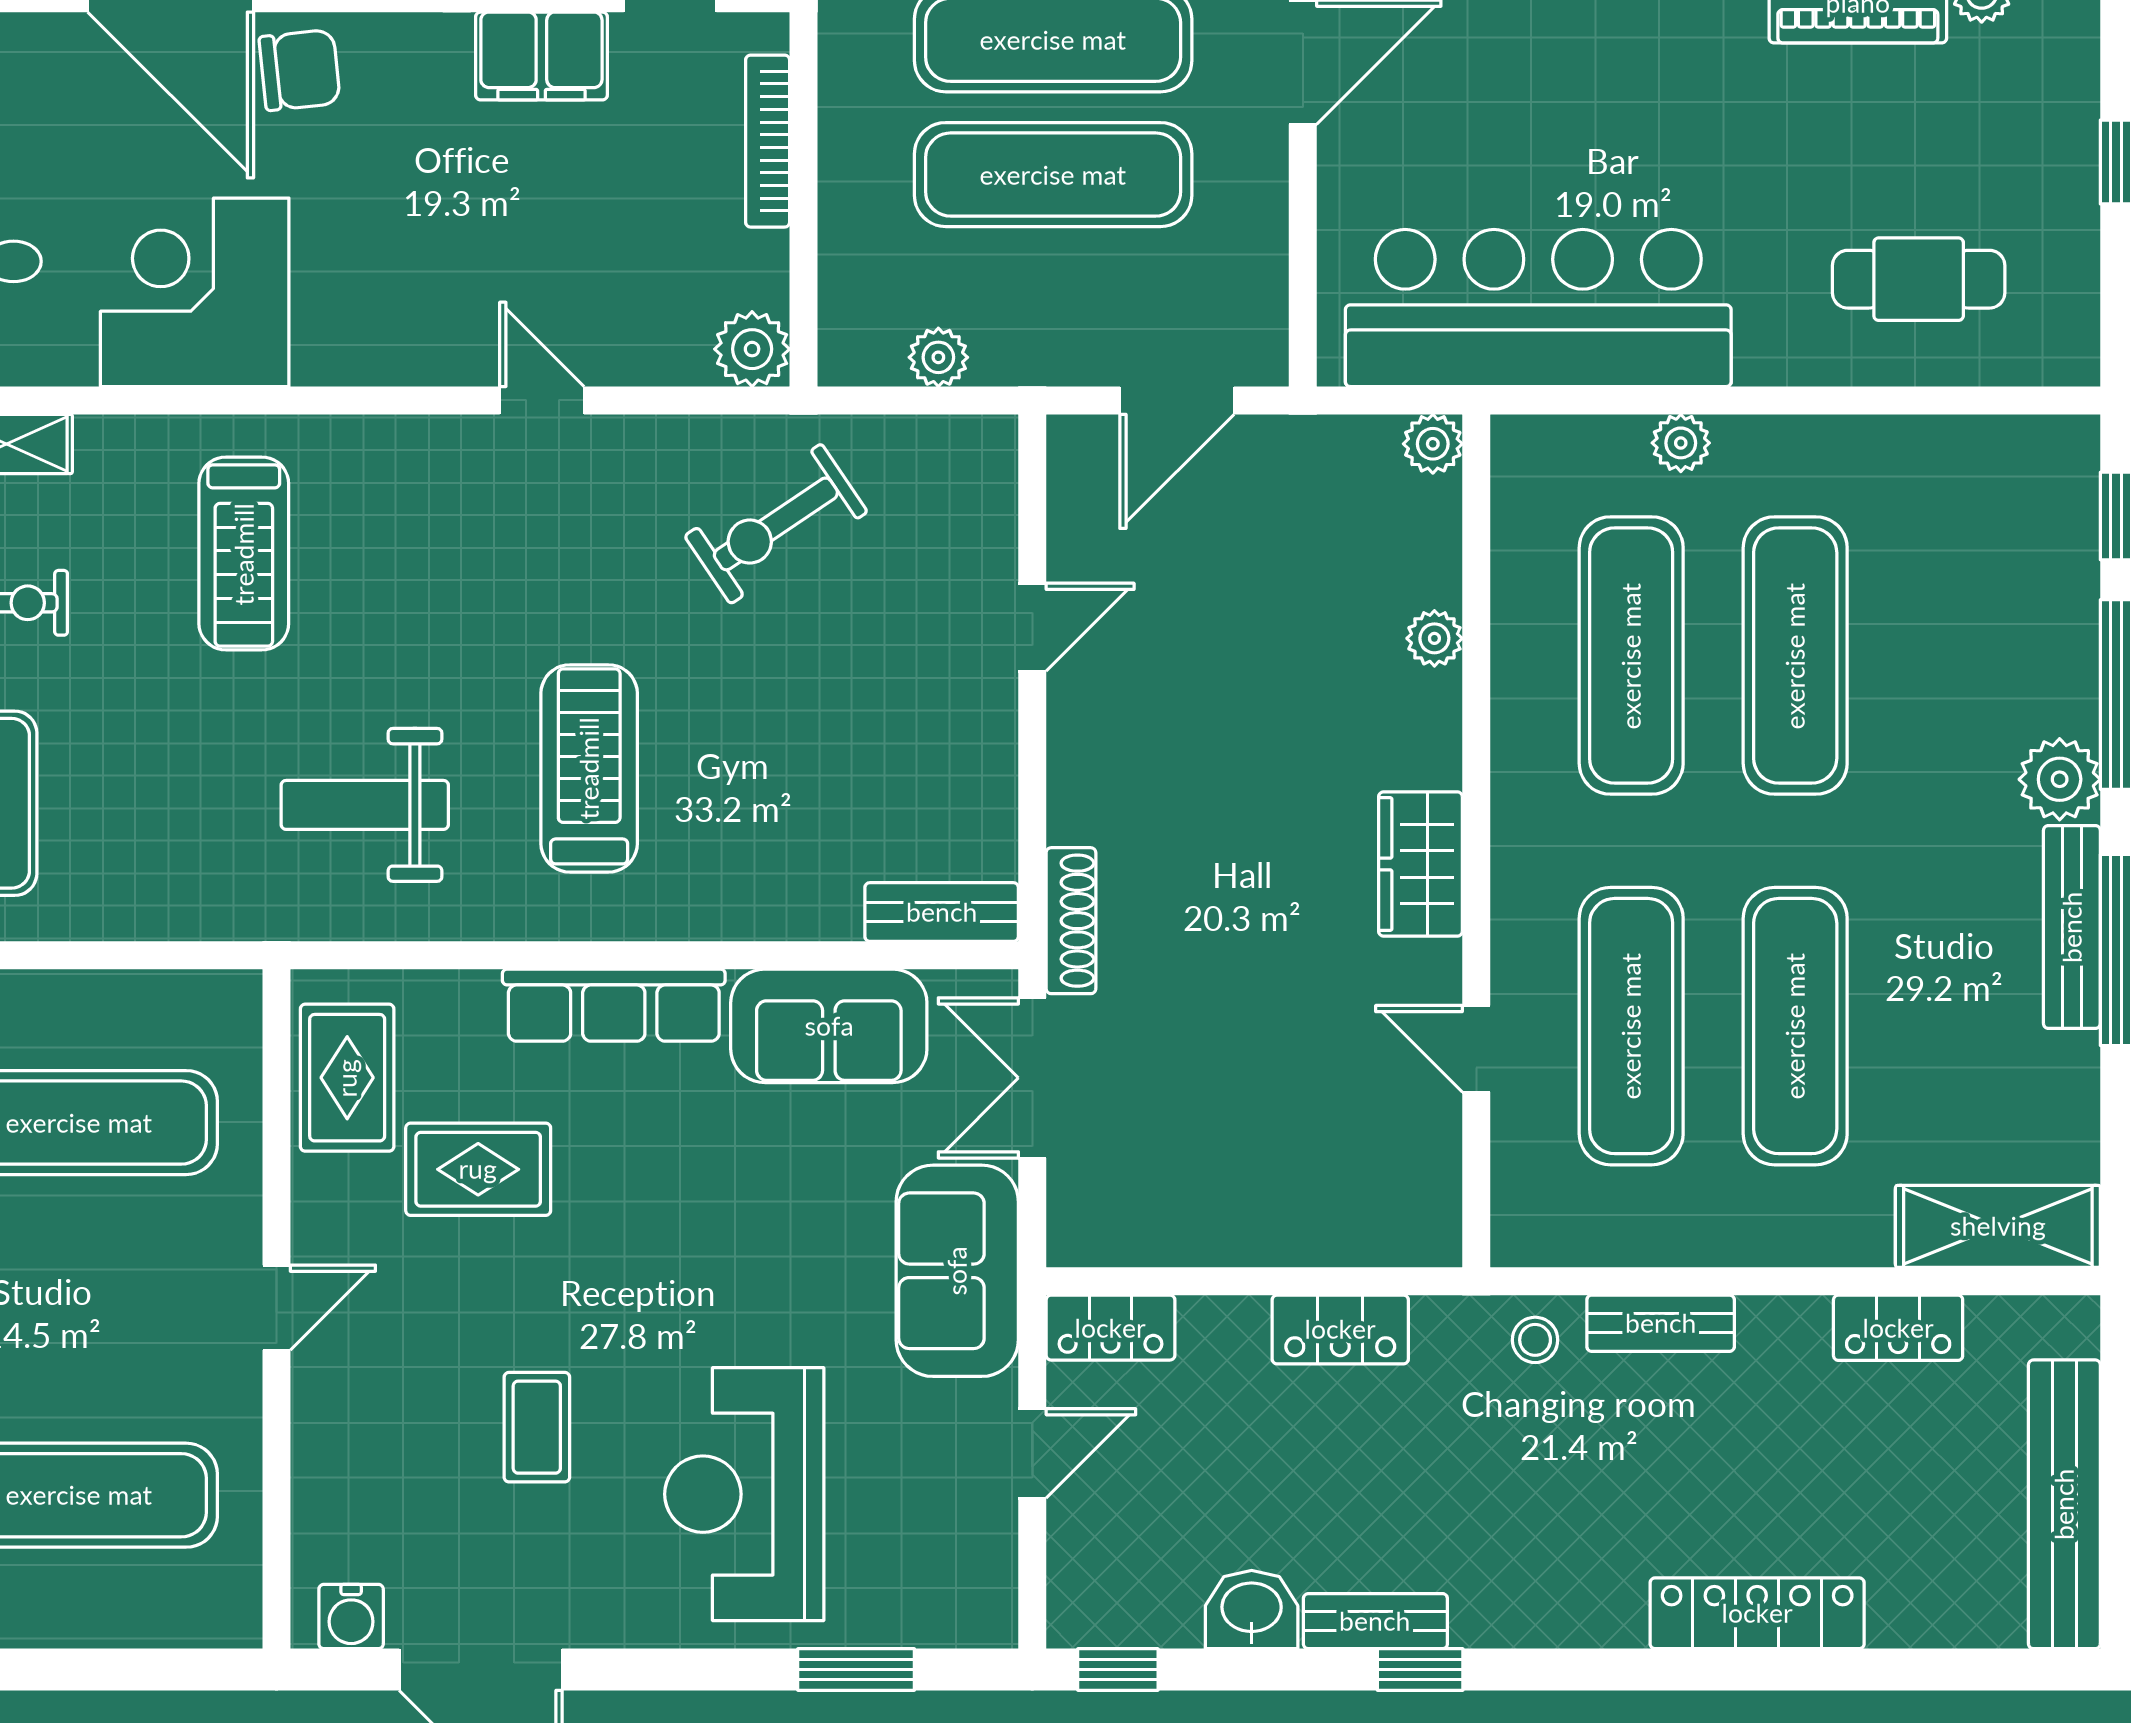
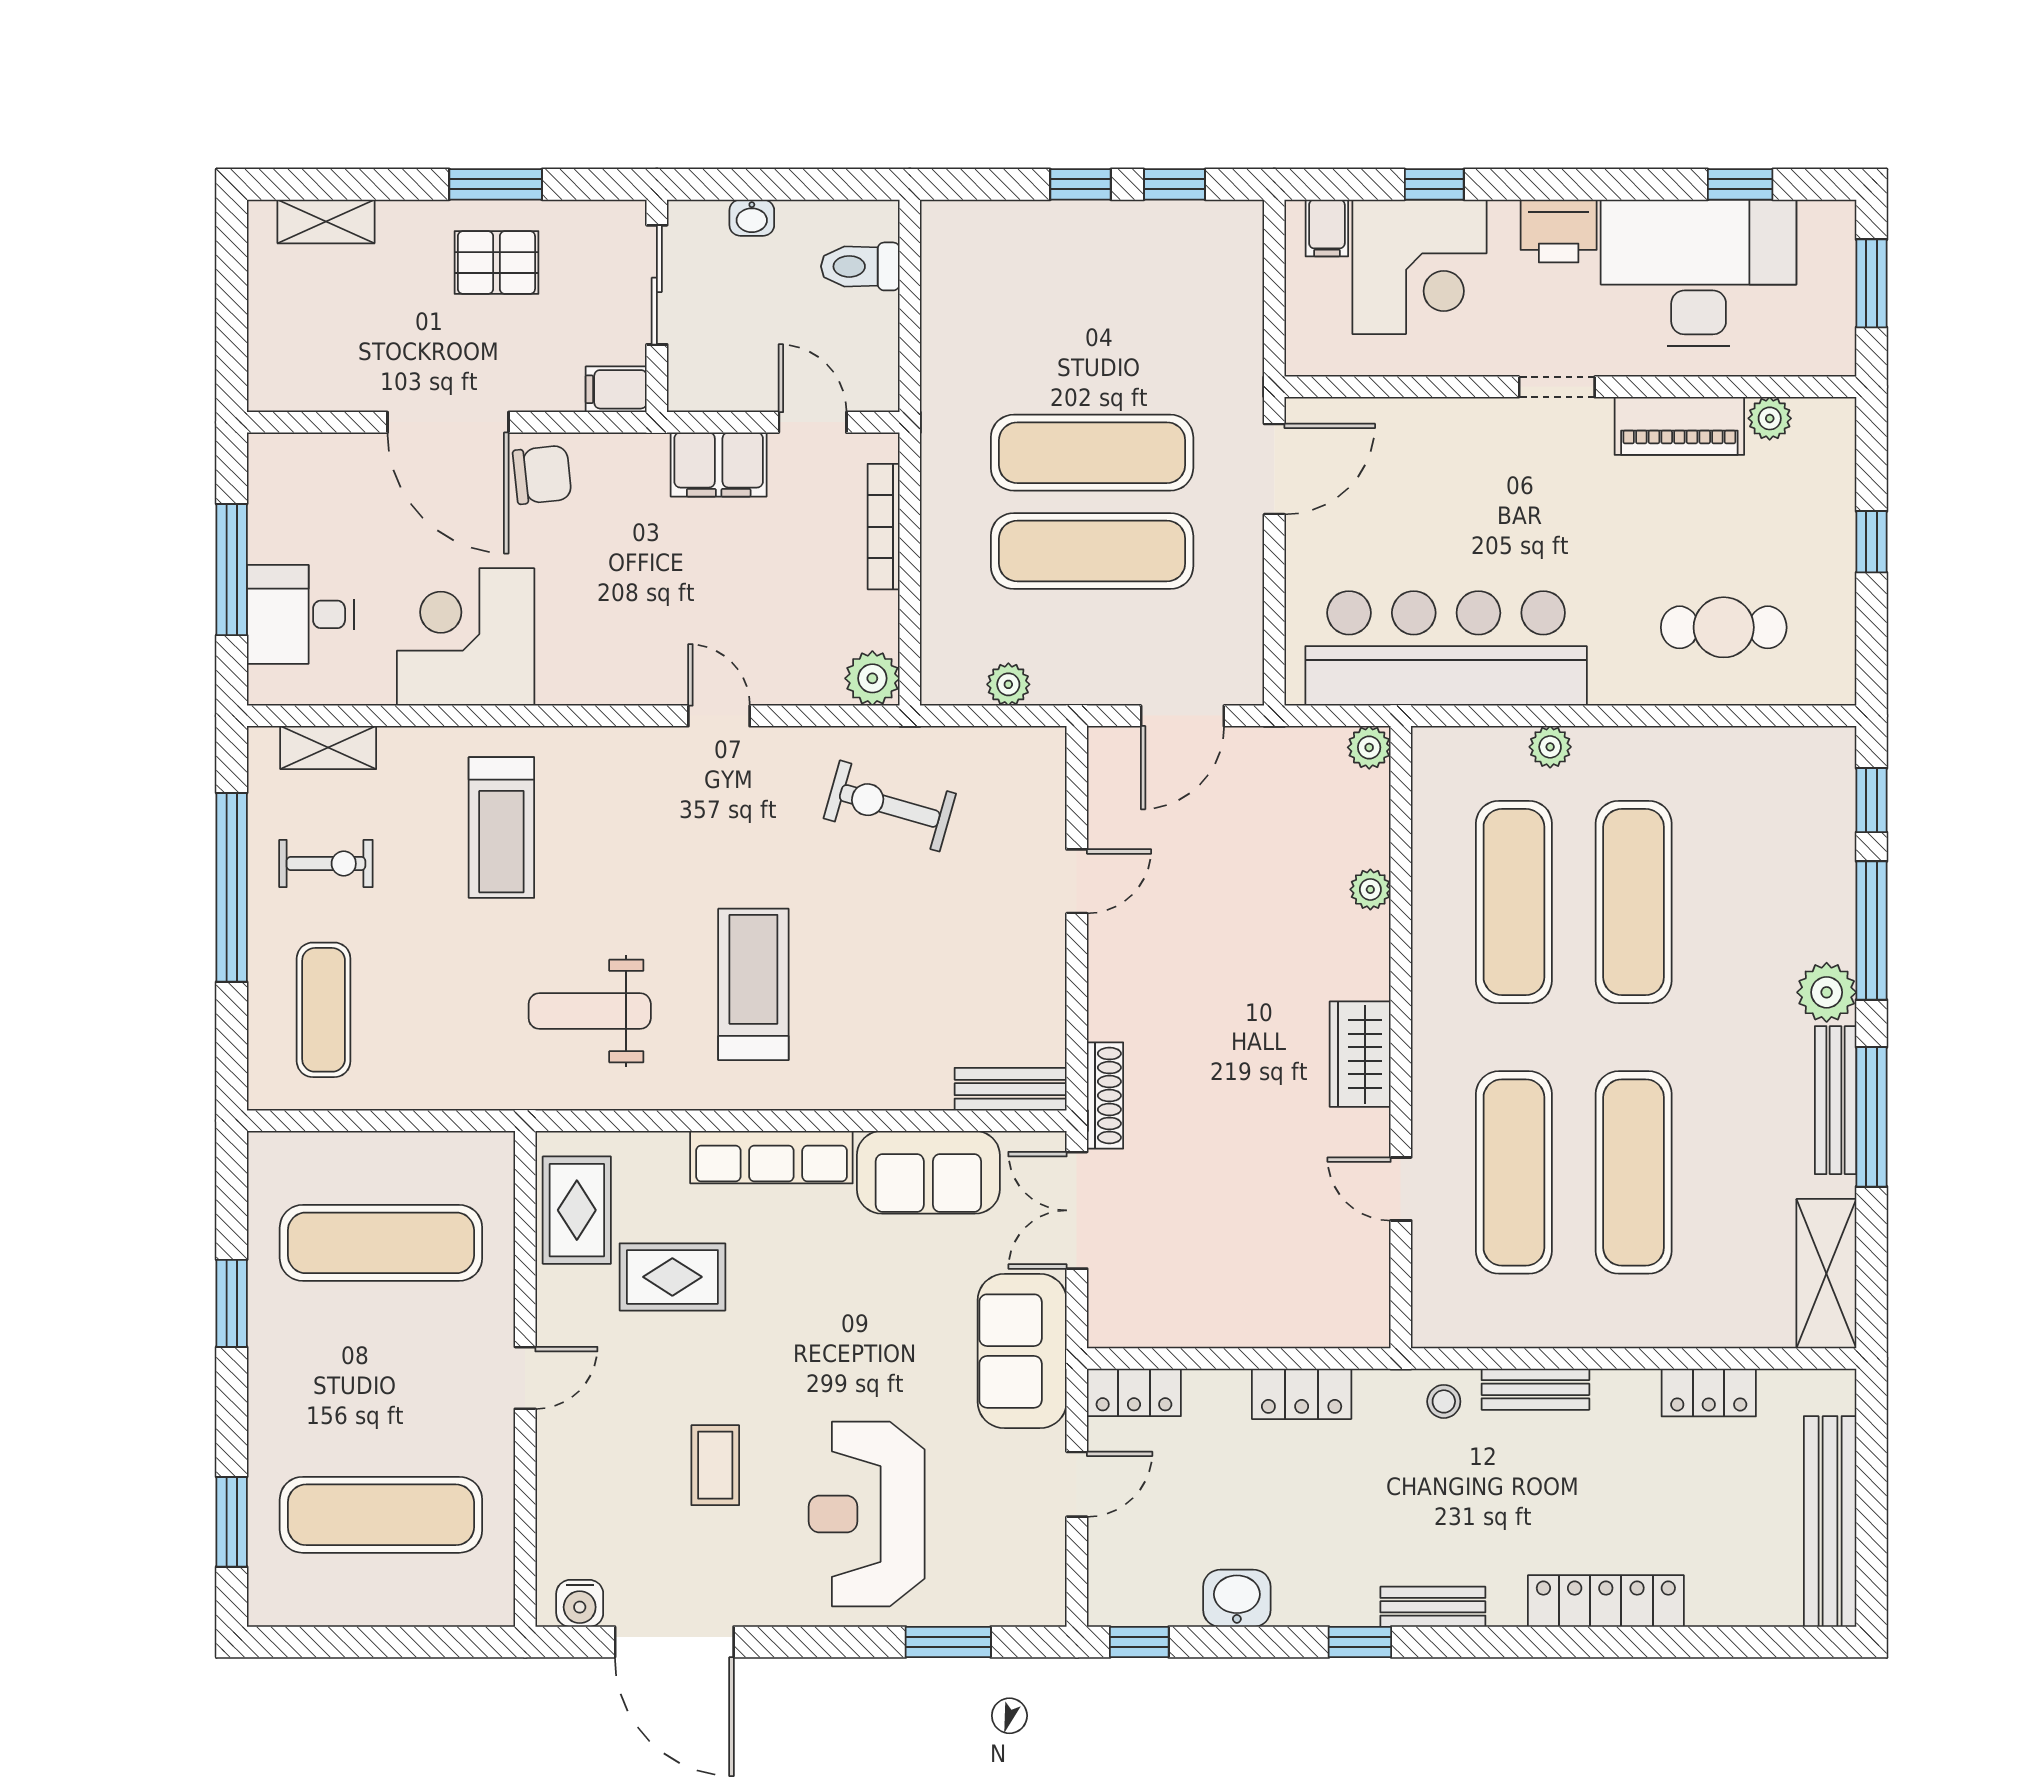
exercise bike: (776, 524) -> (890, 806), turned 50
shelving: (1998, 1226) -> (1826, 1274), moved, turned 90
bench: (1375, 1621) -> (1433, 1607), moved

